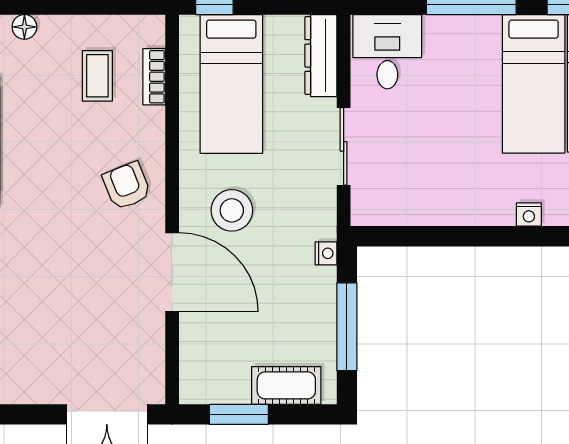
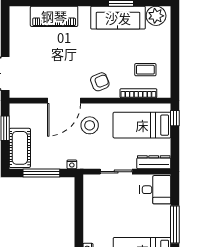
floor lamp: (24, 27) -> (166, 39), removed
bookcase: (154, 77) -> (138, 93), width x1.56
cot: (286, 385) -> (20, 148), width x1.37, depth x1.34

